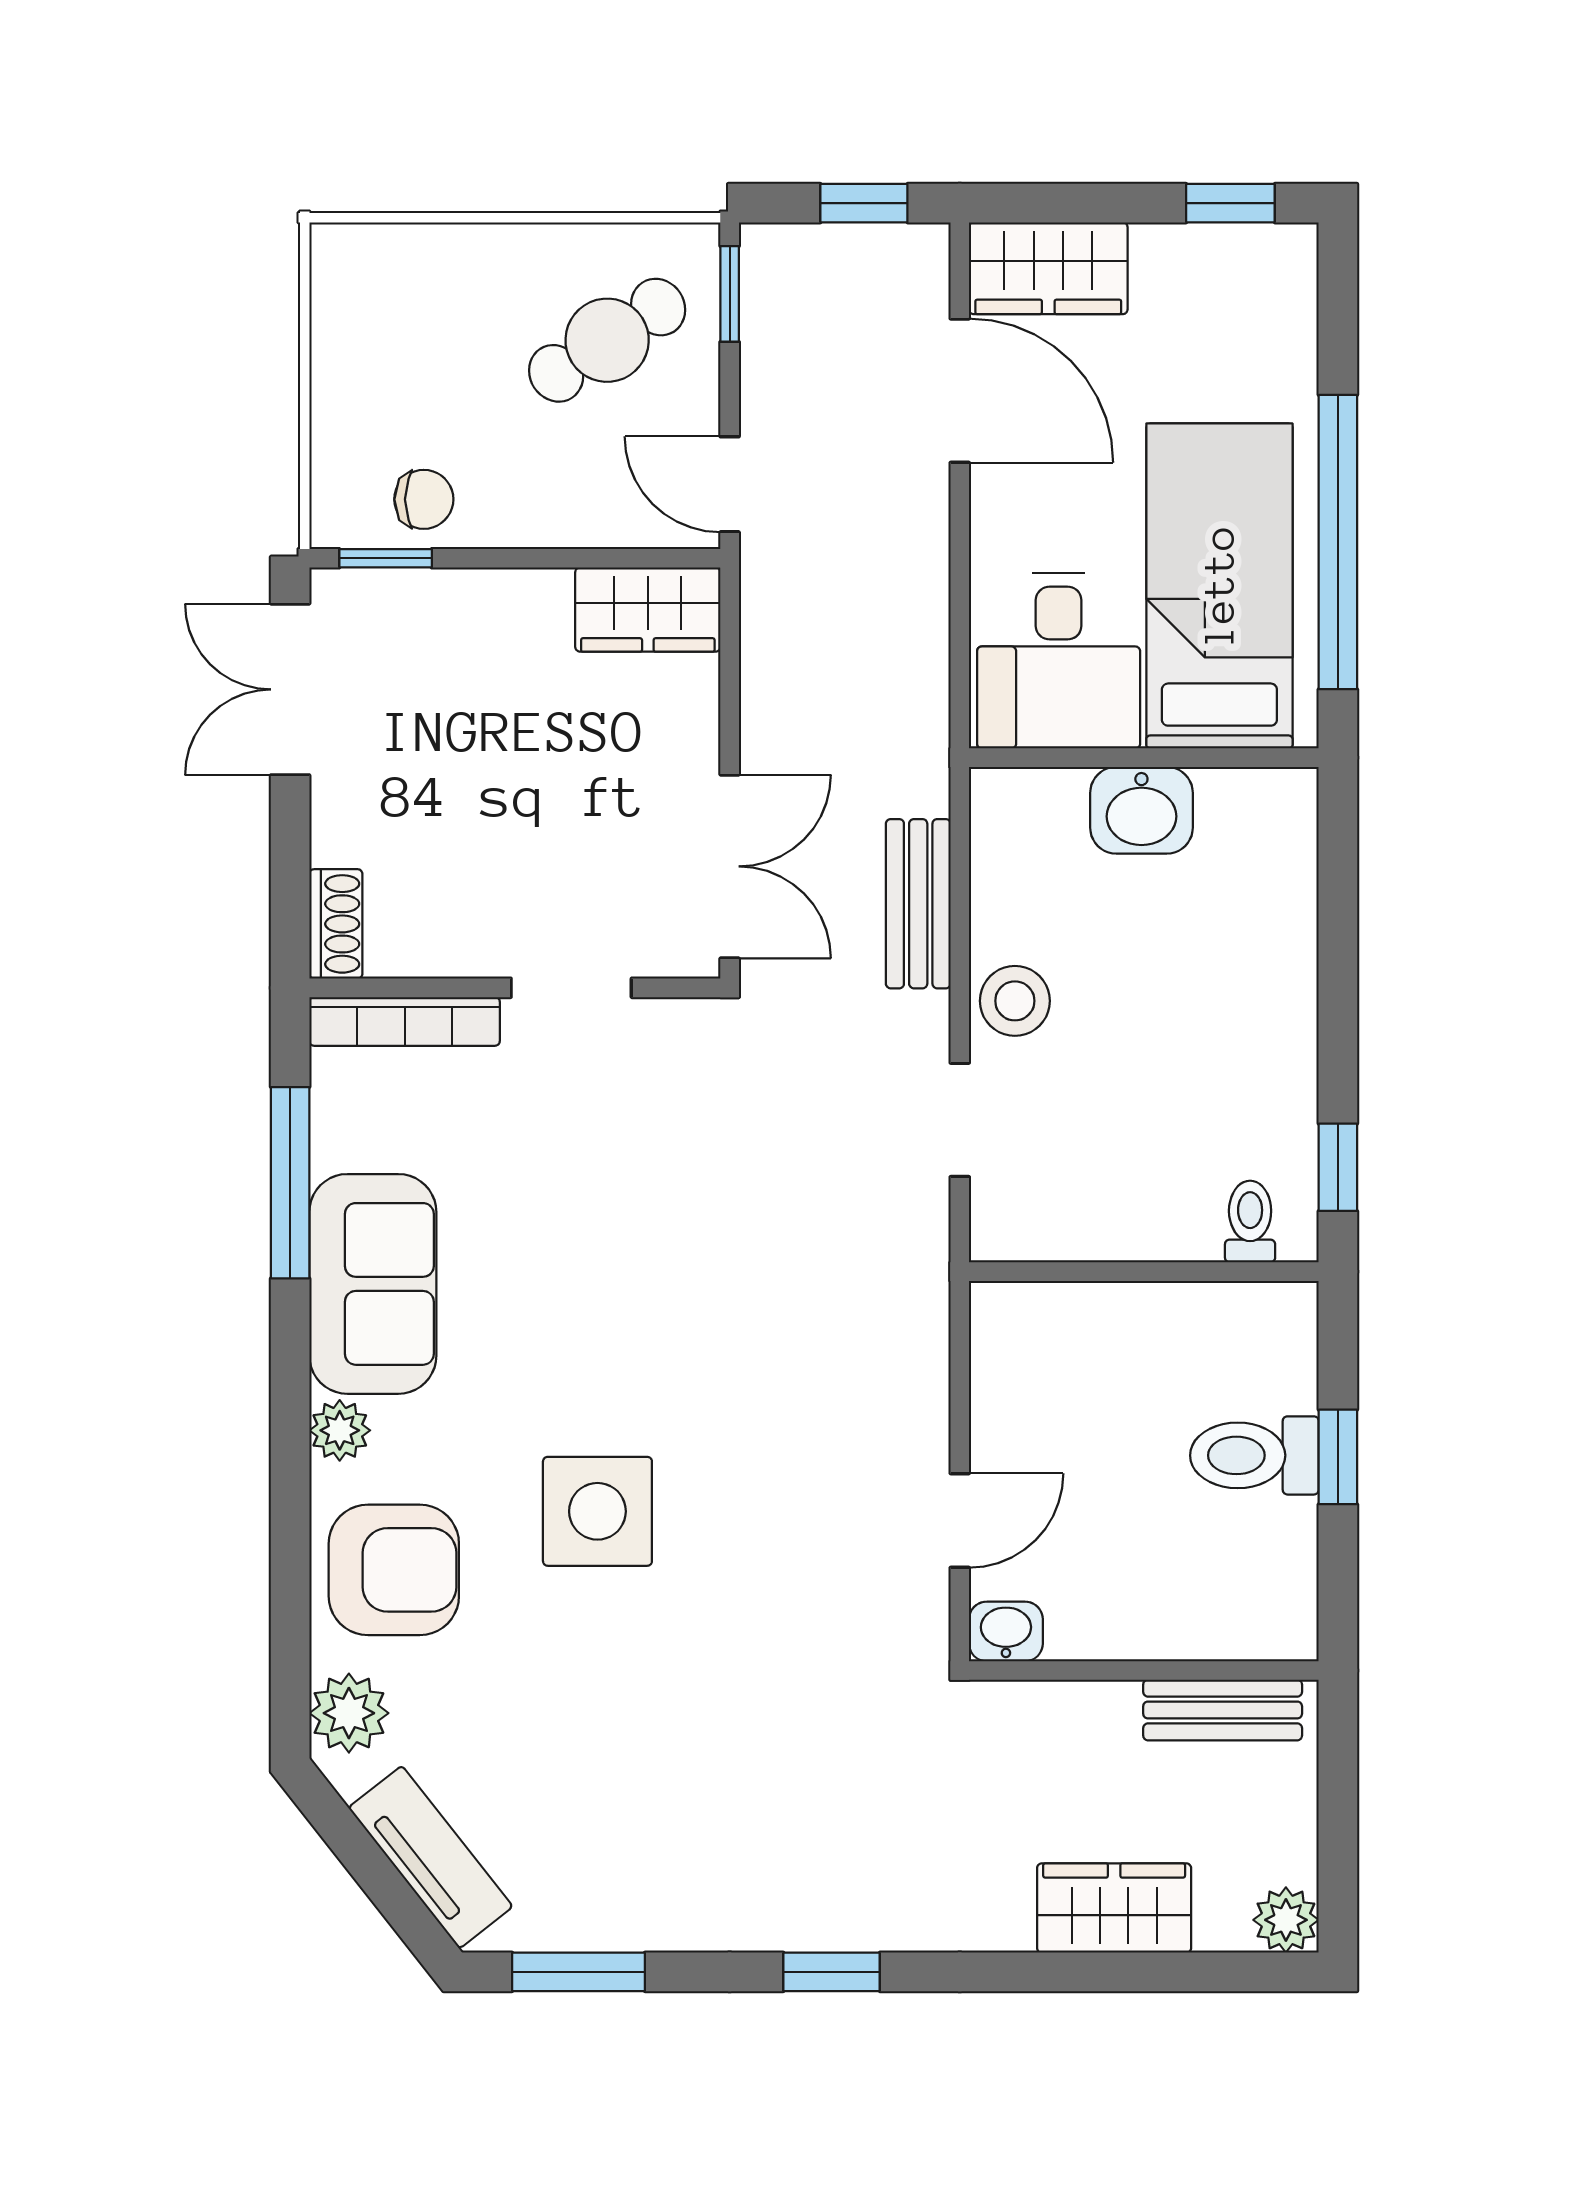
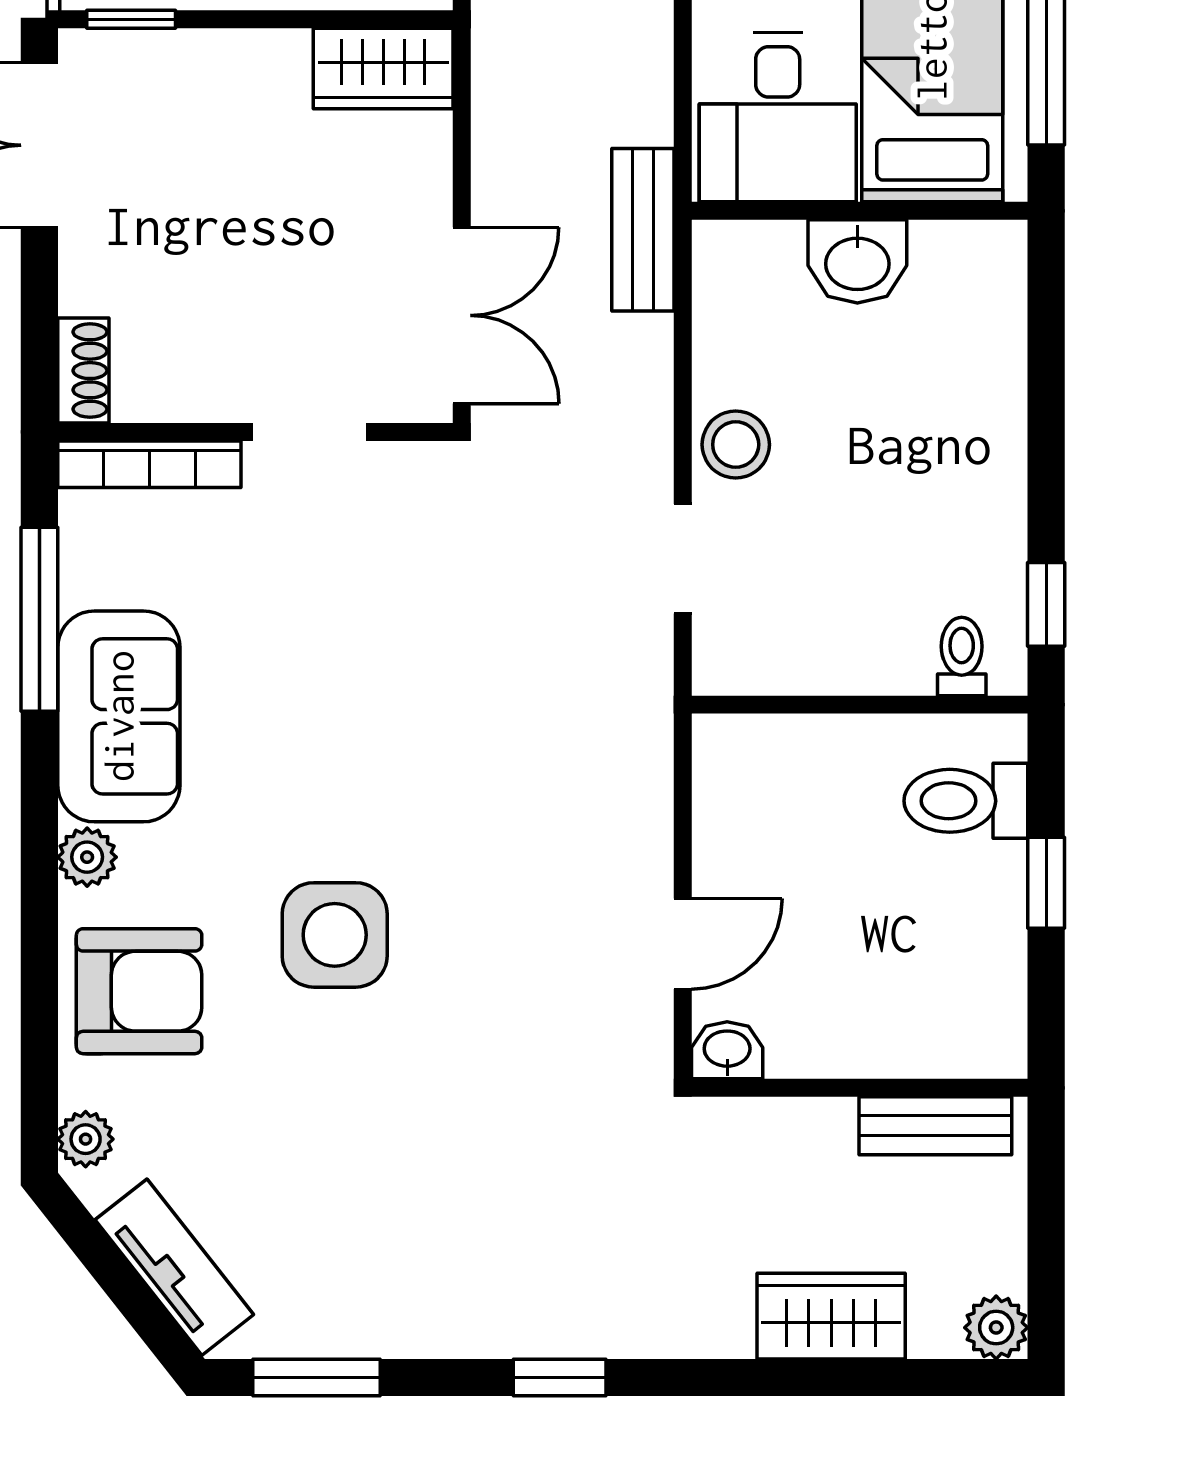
bench: (918, 904) -> (643, 230), moved
toilet: (1254, 1455) -> (966, 801), moved
plant: (349, 1713) -> (86, 1139), width x0.73, depth x0.73

